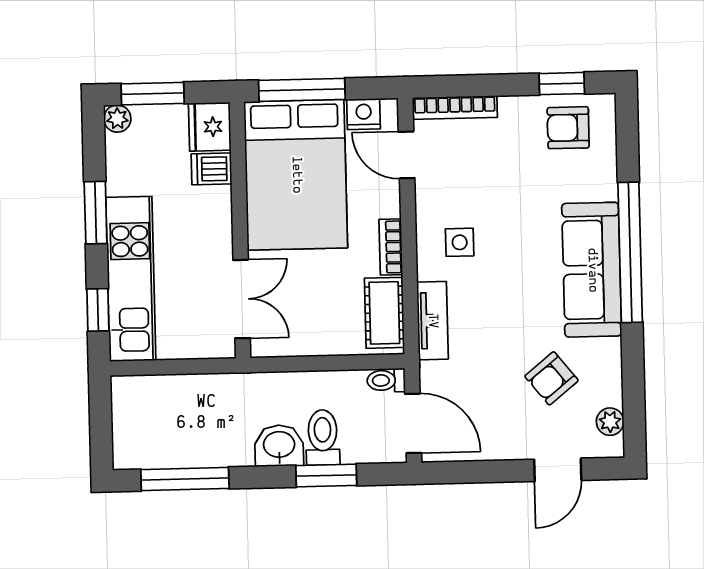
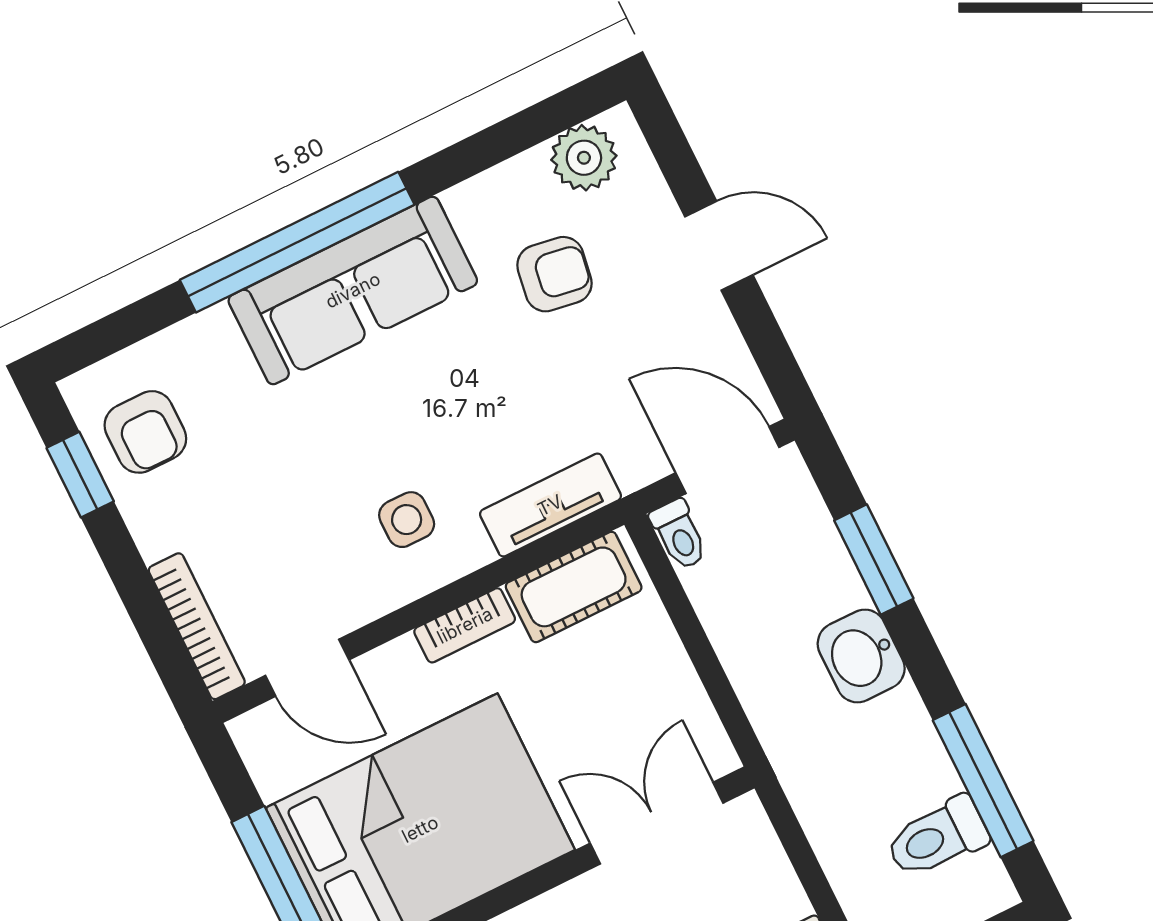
nightstand: (364, 114) -> (274, 766), removed
door: (407, 155) -> (307, 668), hinge flipped
armchair: (551, 378) -> (554, 274), turned -42
plant: (610, 422) -> (584, 158), width x1.38, depth x1.38
door: (413, 423) -> (727, 460), hinge flipped
toilet: (323, 437) -> (937, 837), moved
door: (558, 470) -> (719, 246), moved

